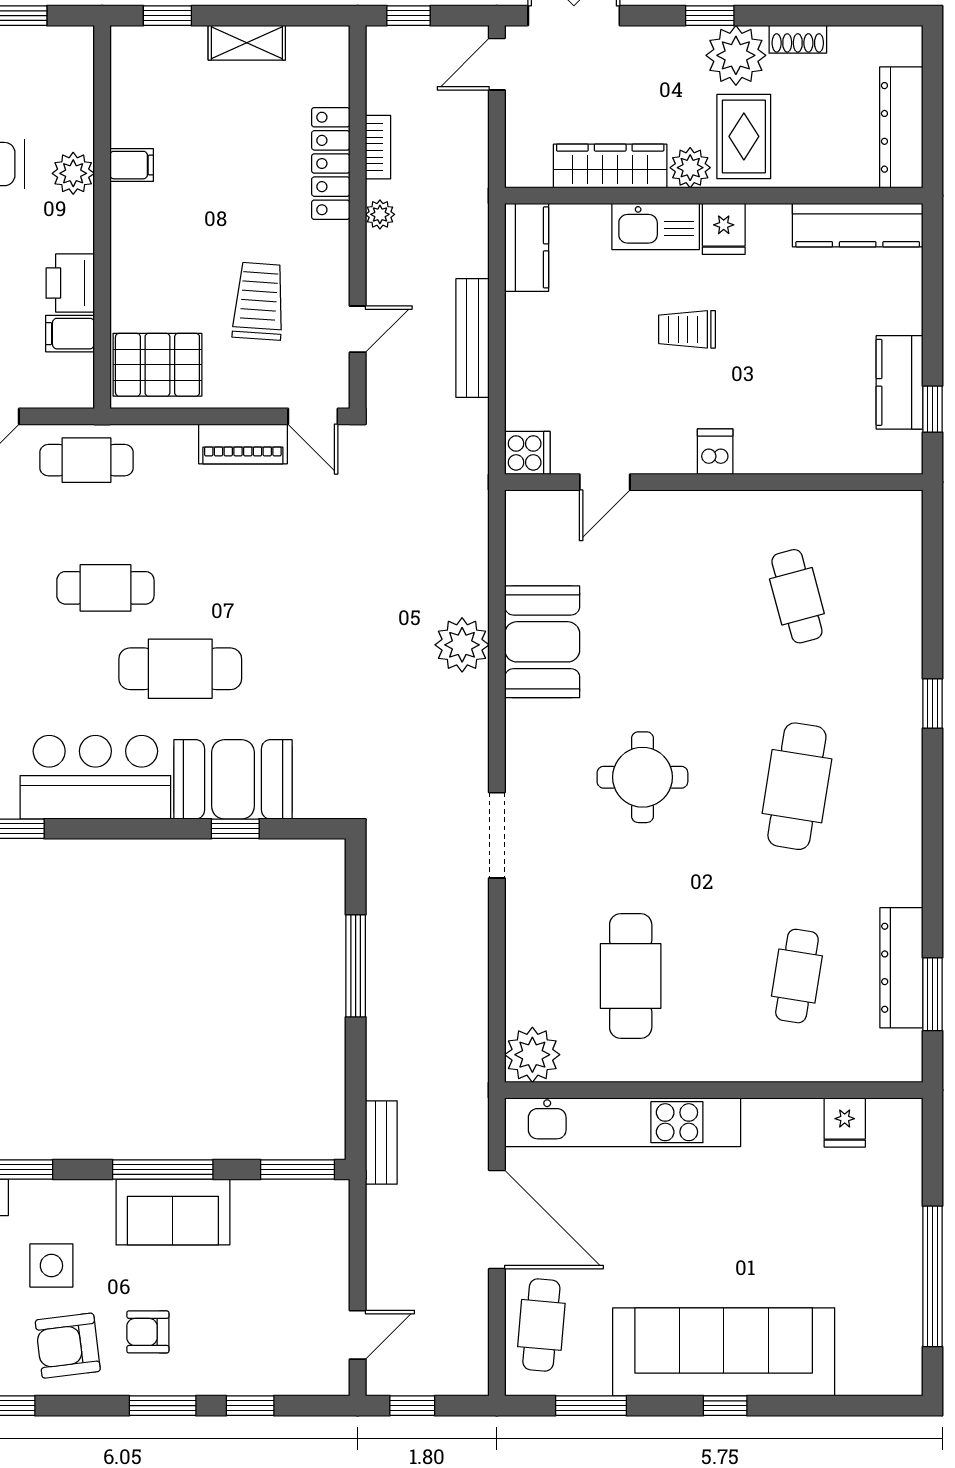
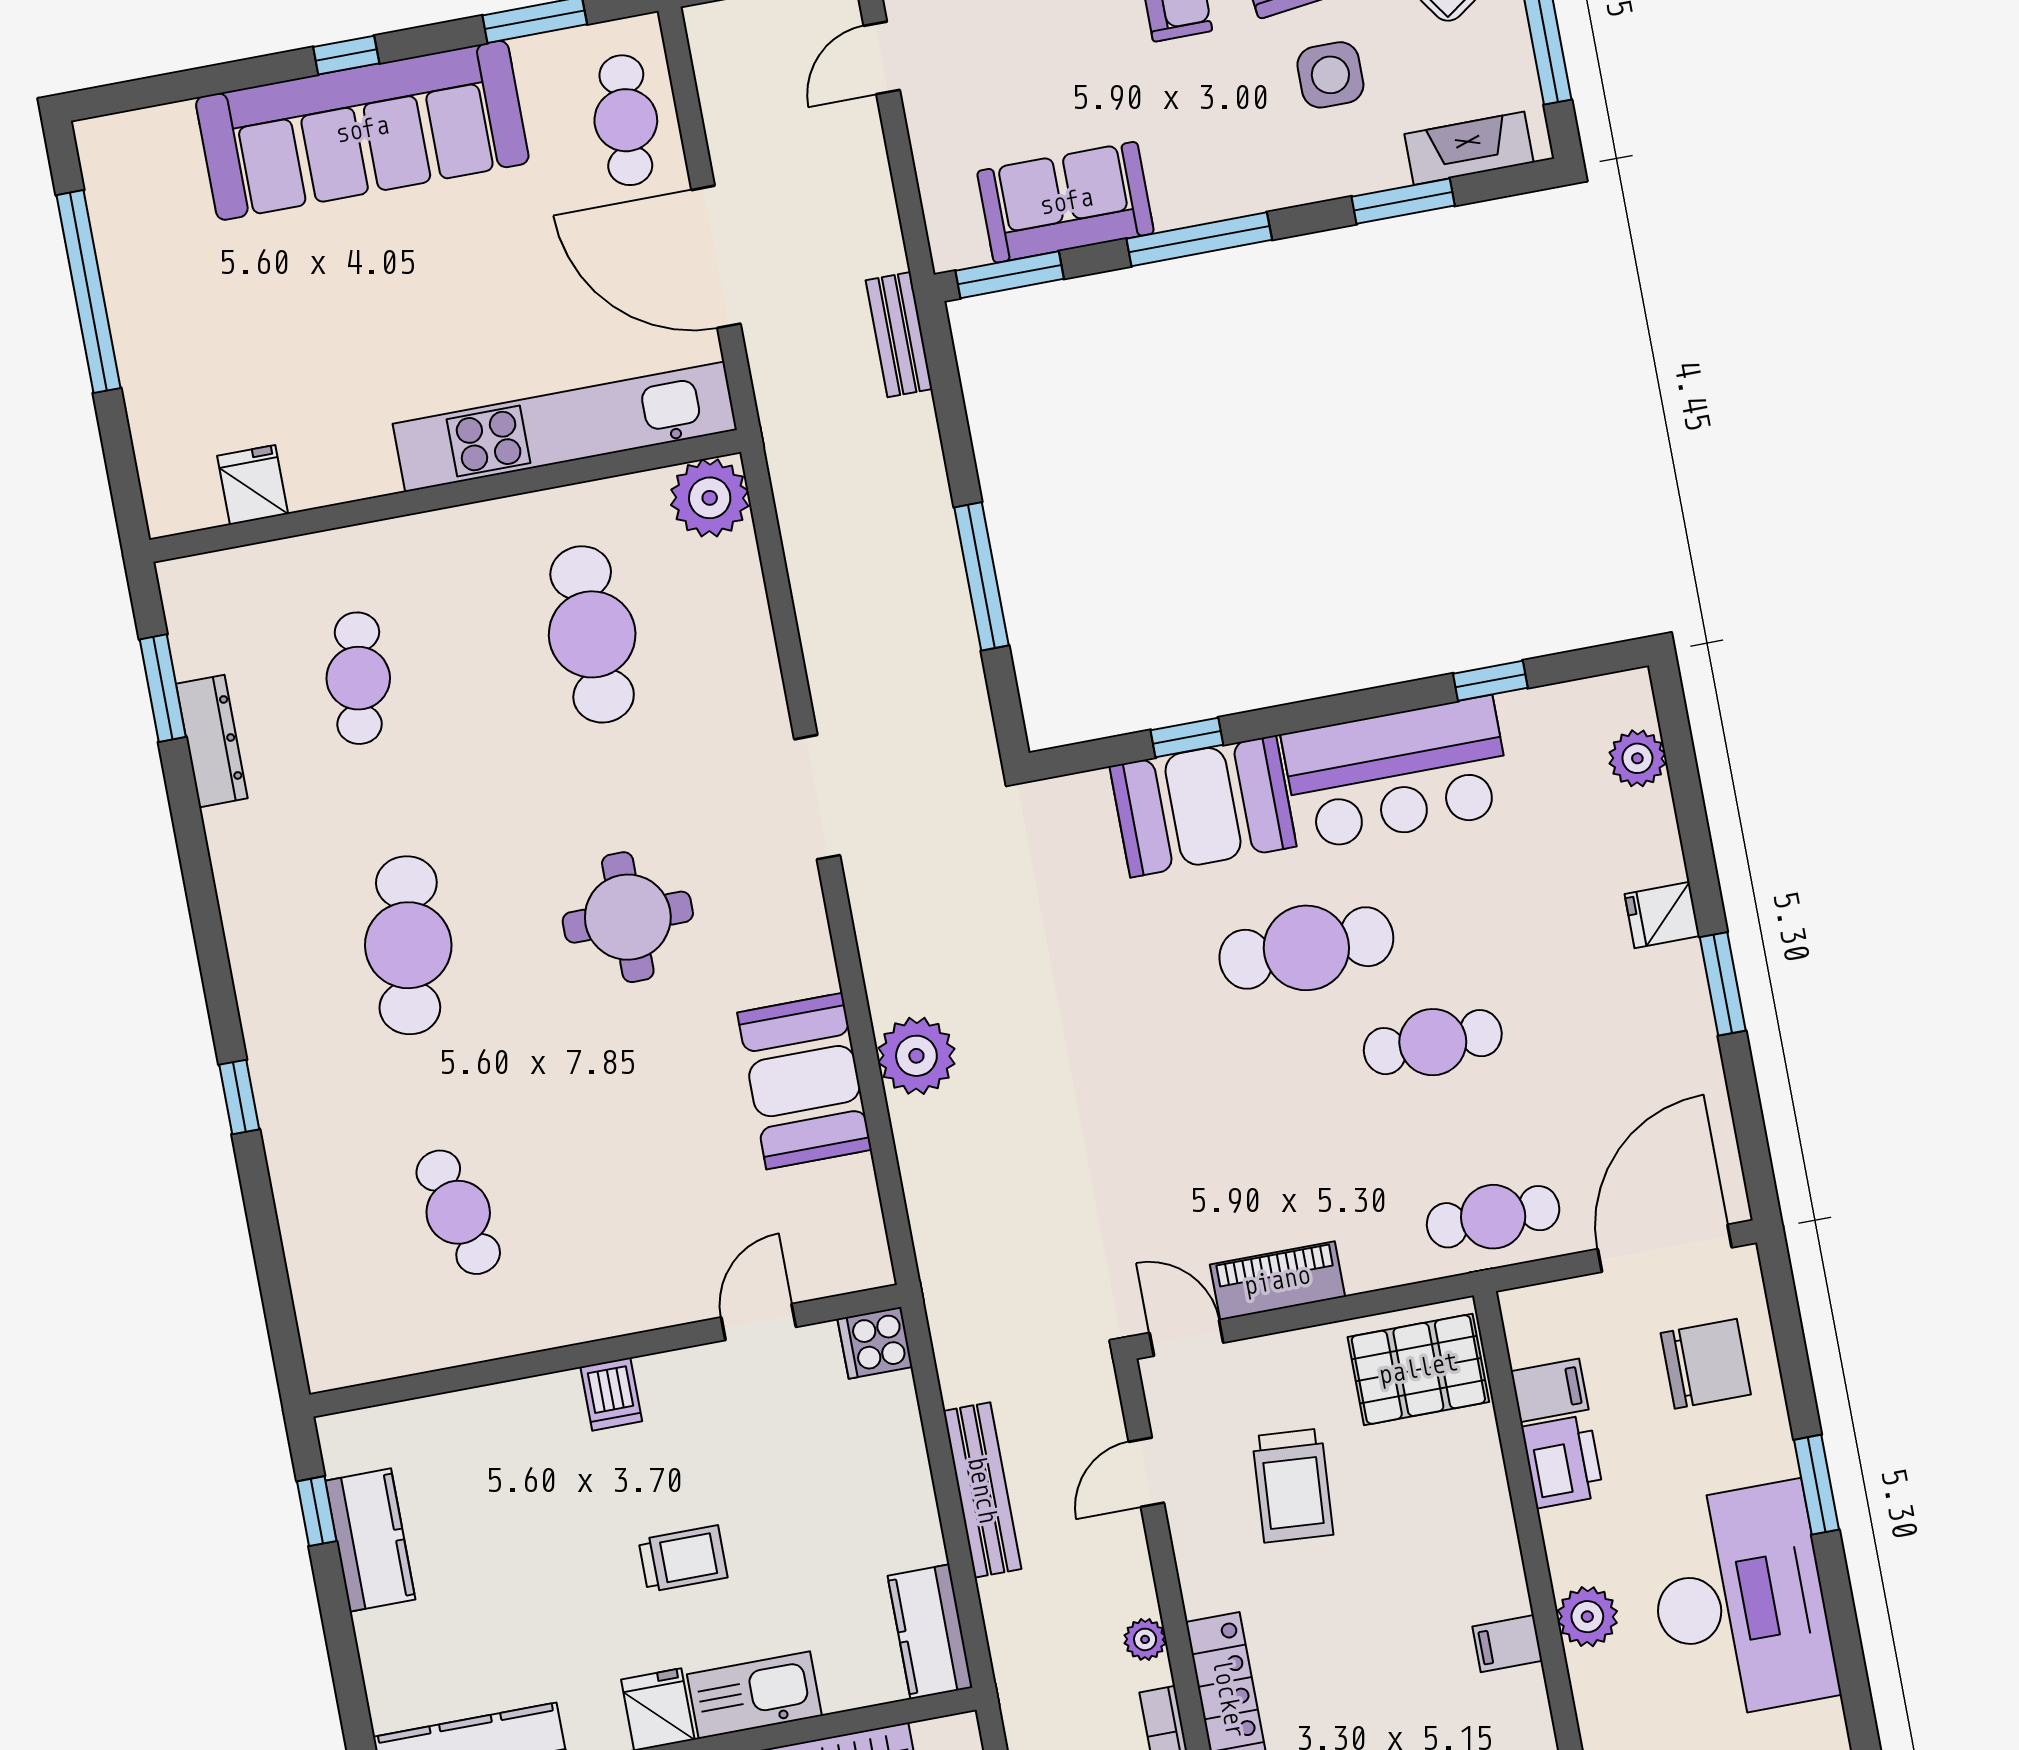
dresser: (901, 968) -> (212, 741), width x0.73, depth x0.80
sofa: (173, 1212) -> (1066, 202), moved

